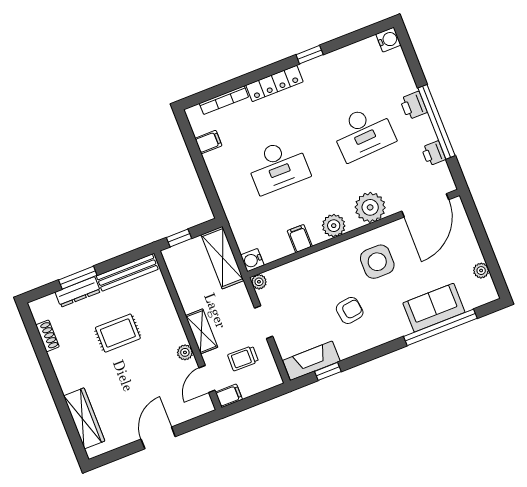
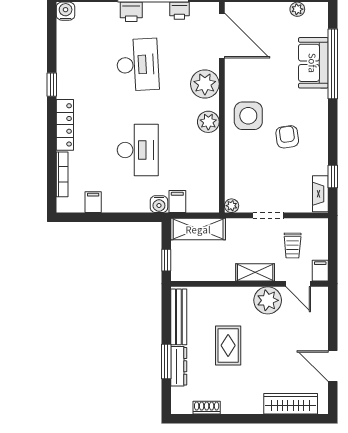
filing cabinet: (300, 239) -> (177, 202), moved, turned 90
water cooler: (252, 260) -> (159, 204), moved
side table: (377, 262) -> (248, 116), moved
plant: (185, 352) -> (268, 300), width x1.88, depth x1.88
fireplace: (311, 361) -> (320, 194), width x0.73, depth x0.76
door: (158, 438) -> (333, 366), moved

